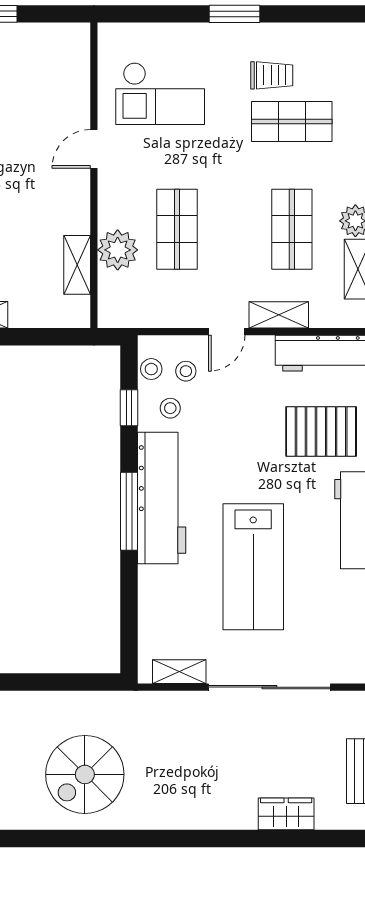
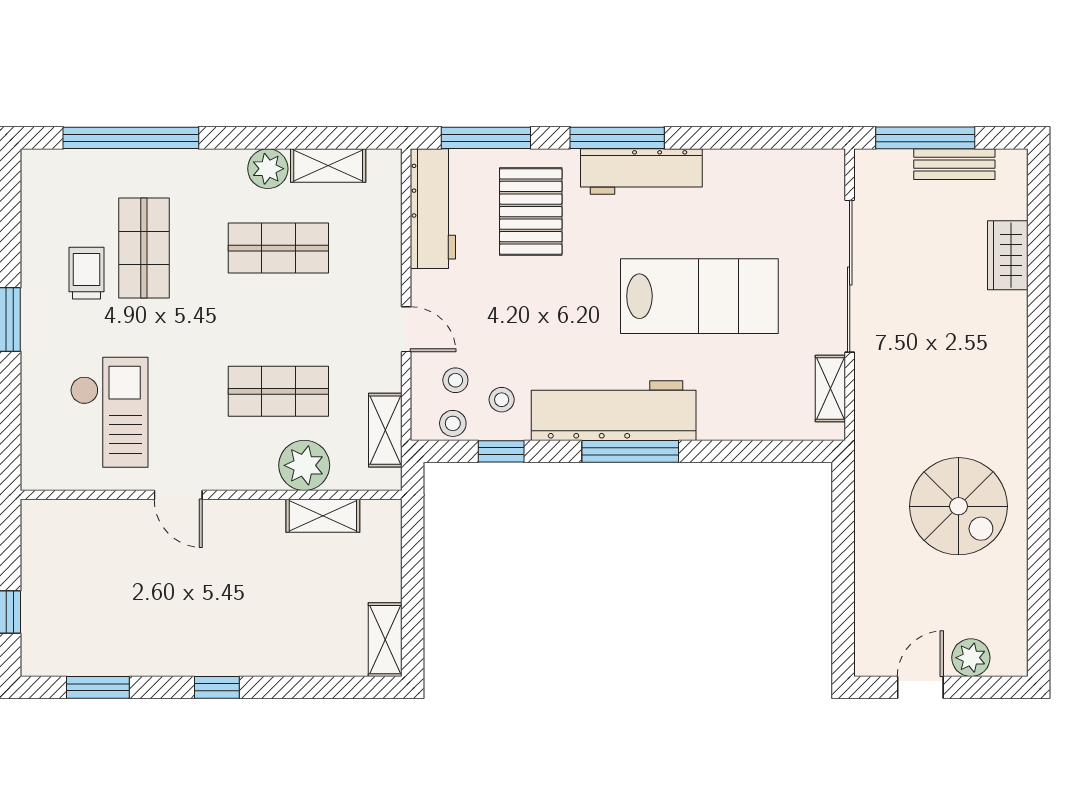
shelving: (279, 315) -> (385, 430), moved

